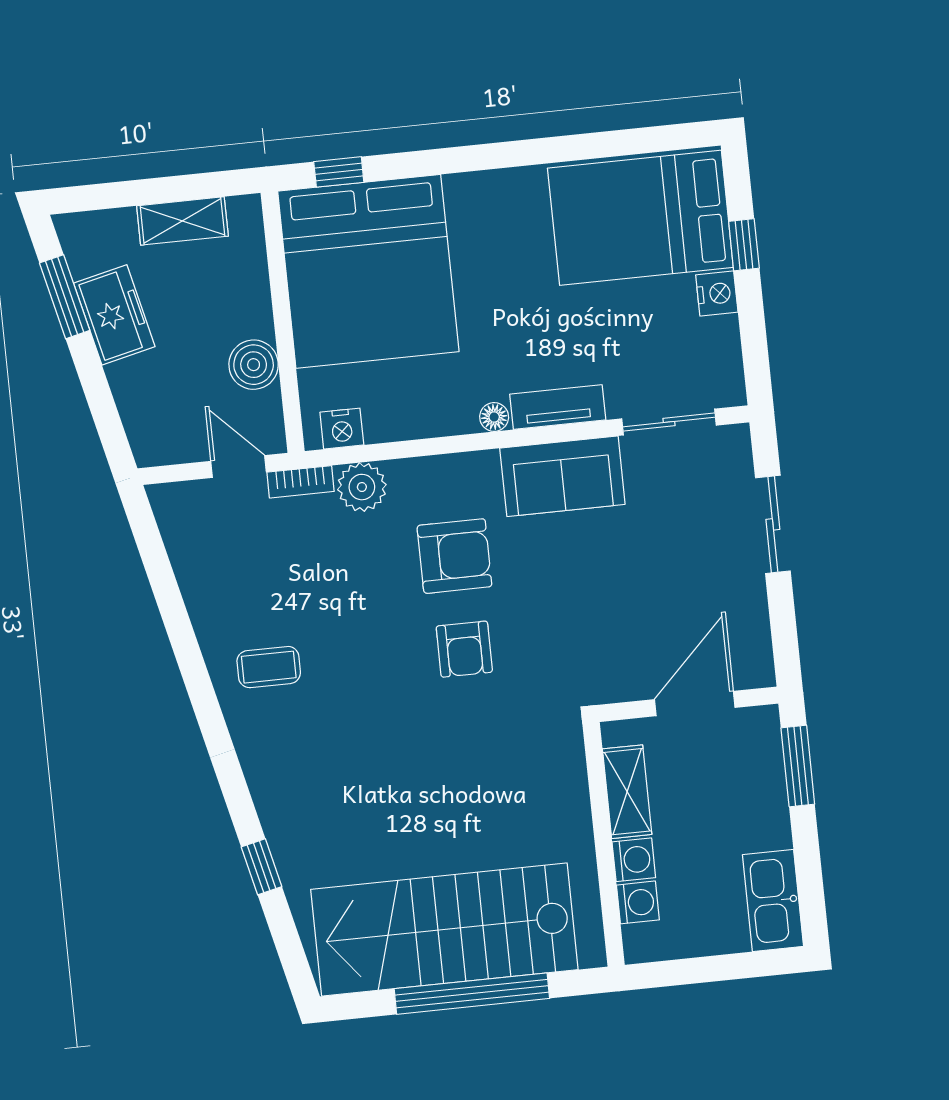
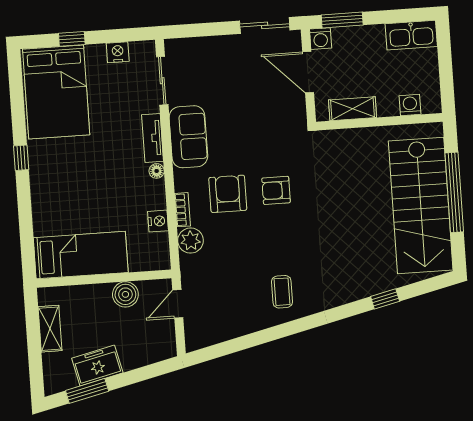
window: (339, 172) -> (21, 158), moved
bed: (368, 271) -> (81, 255), width x0.49
nightstand: (717, 294) -> (118, 52), moved
nightstand: (342, 429) -> (158, 221), moved
bookcase: (301, 482) -> (182, 210), moved
sliding door: (773, 524) -> (265, 25), moved
armchair: (464, 649) -> (276, 190), turned 180
washing machine: (634, 860) -> (321, 39), moved, turned 180

